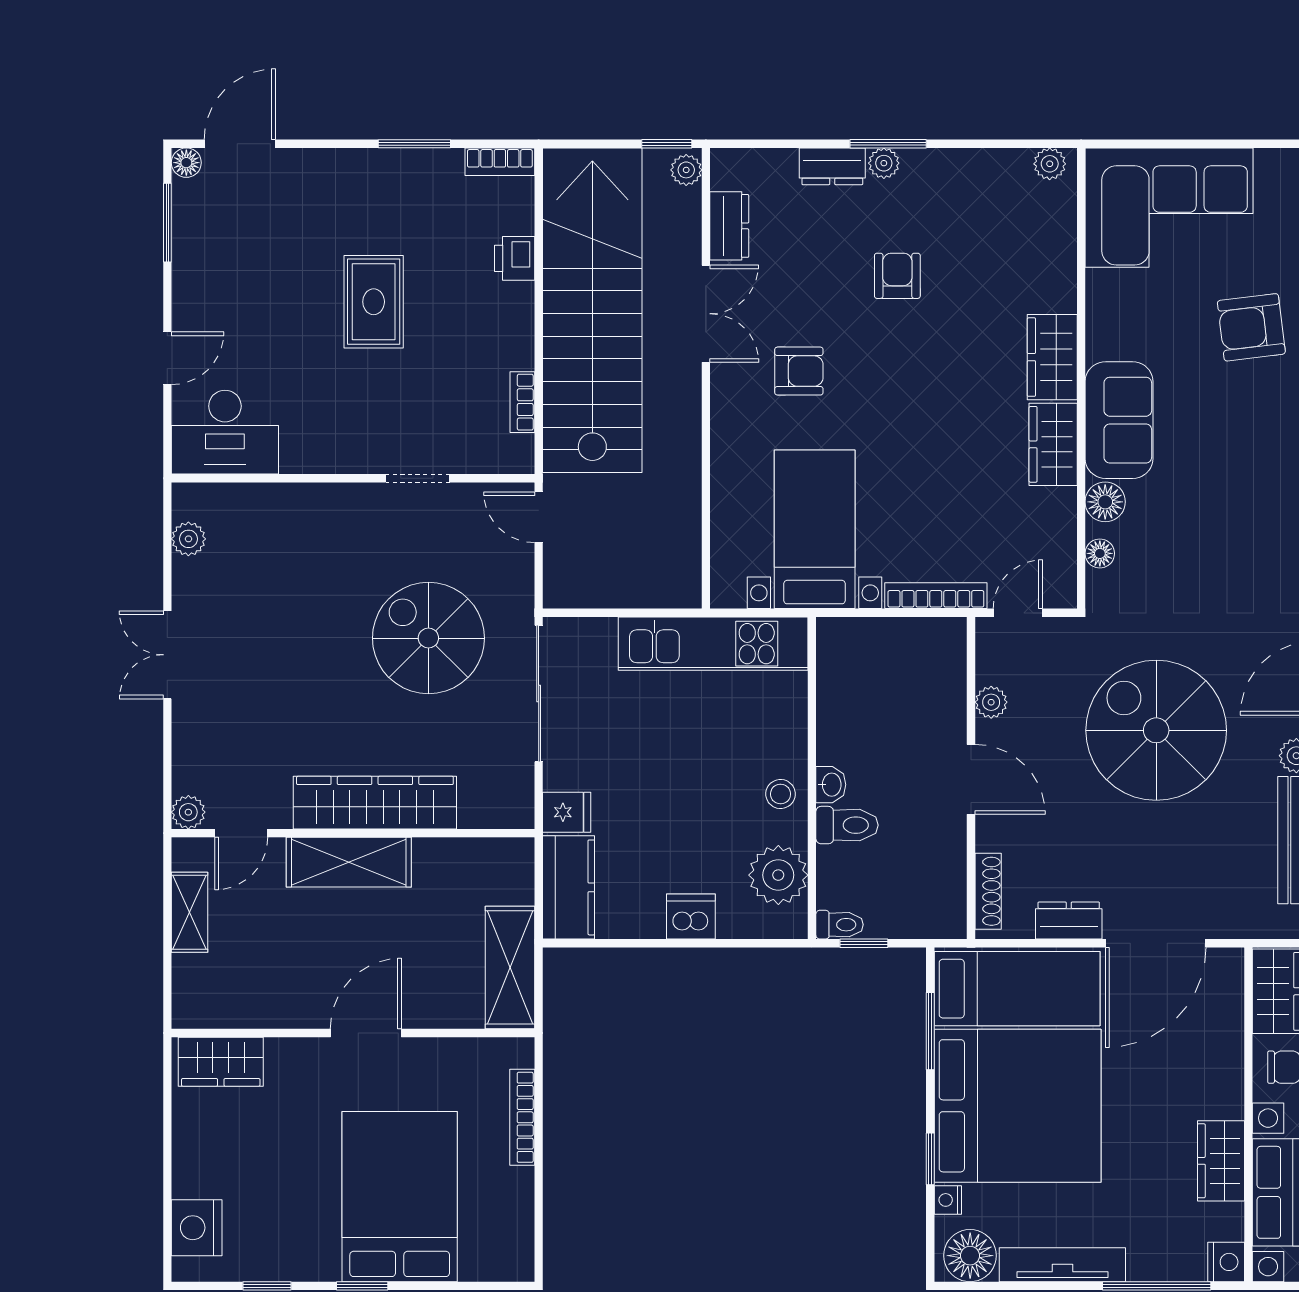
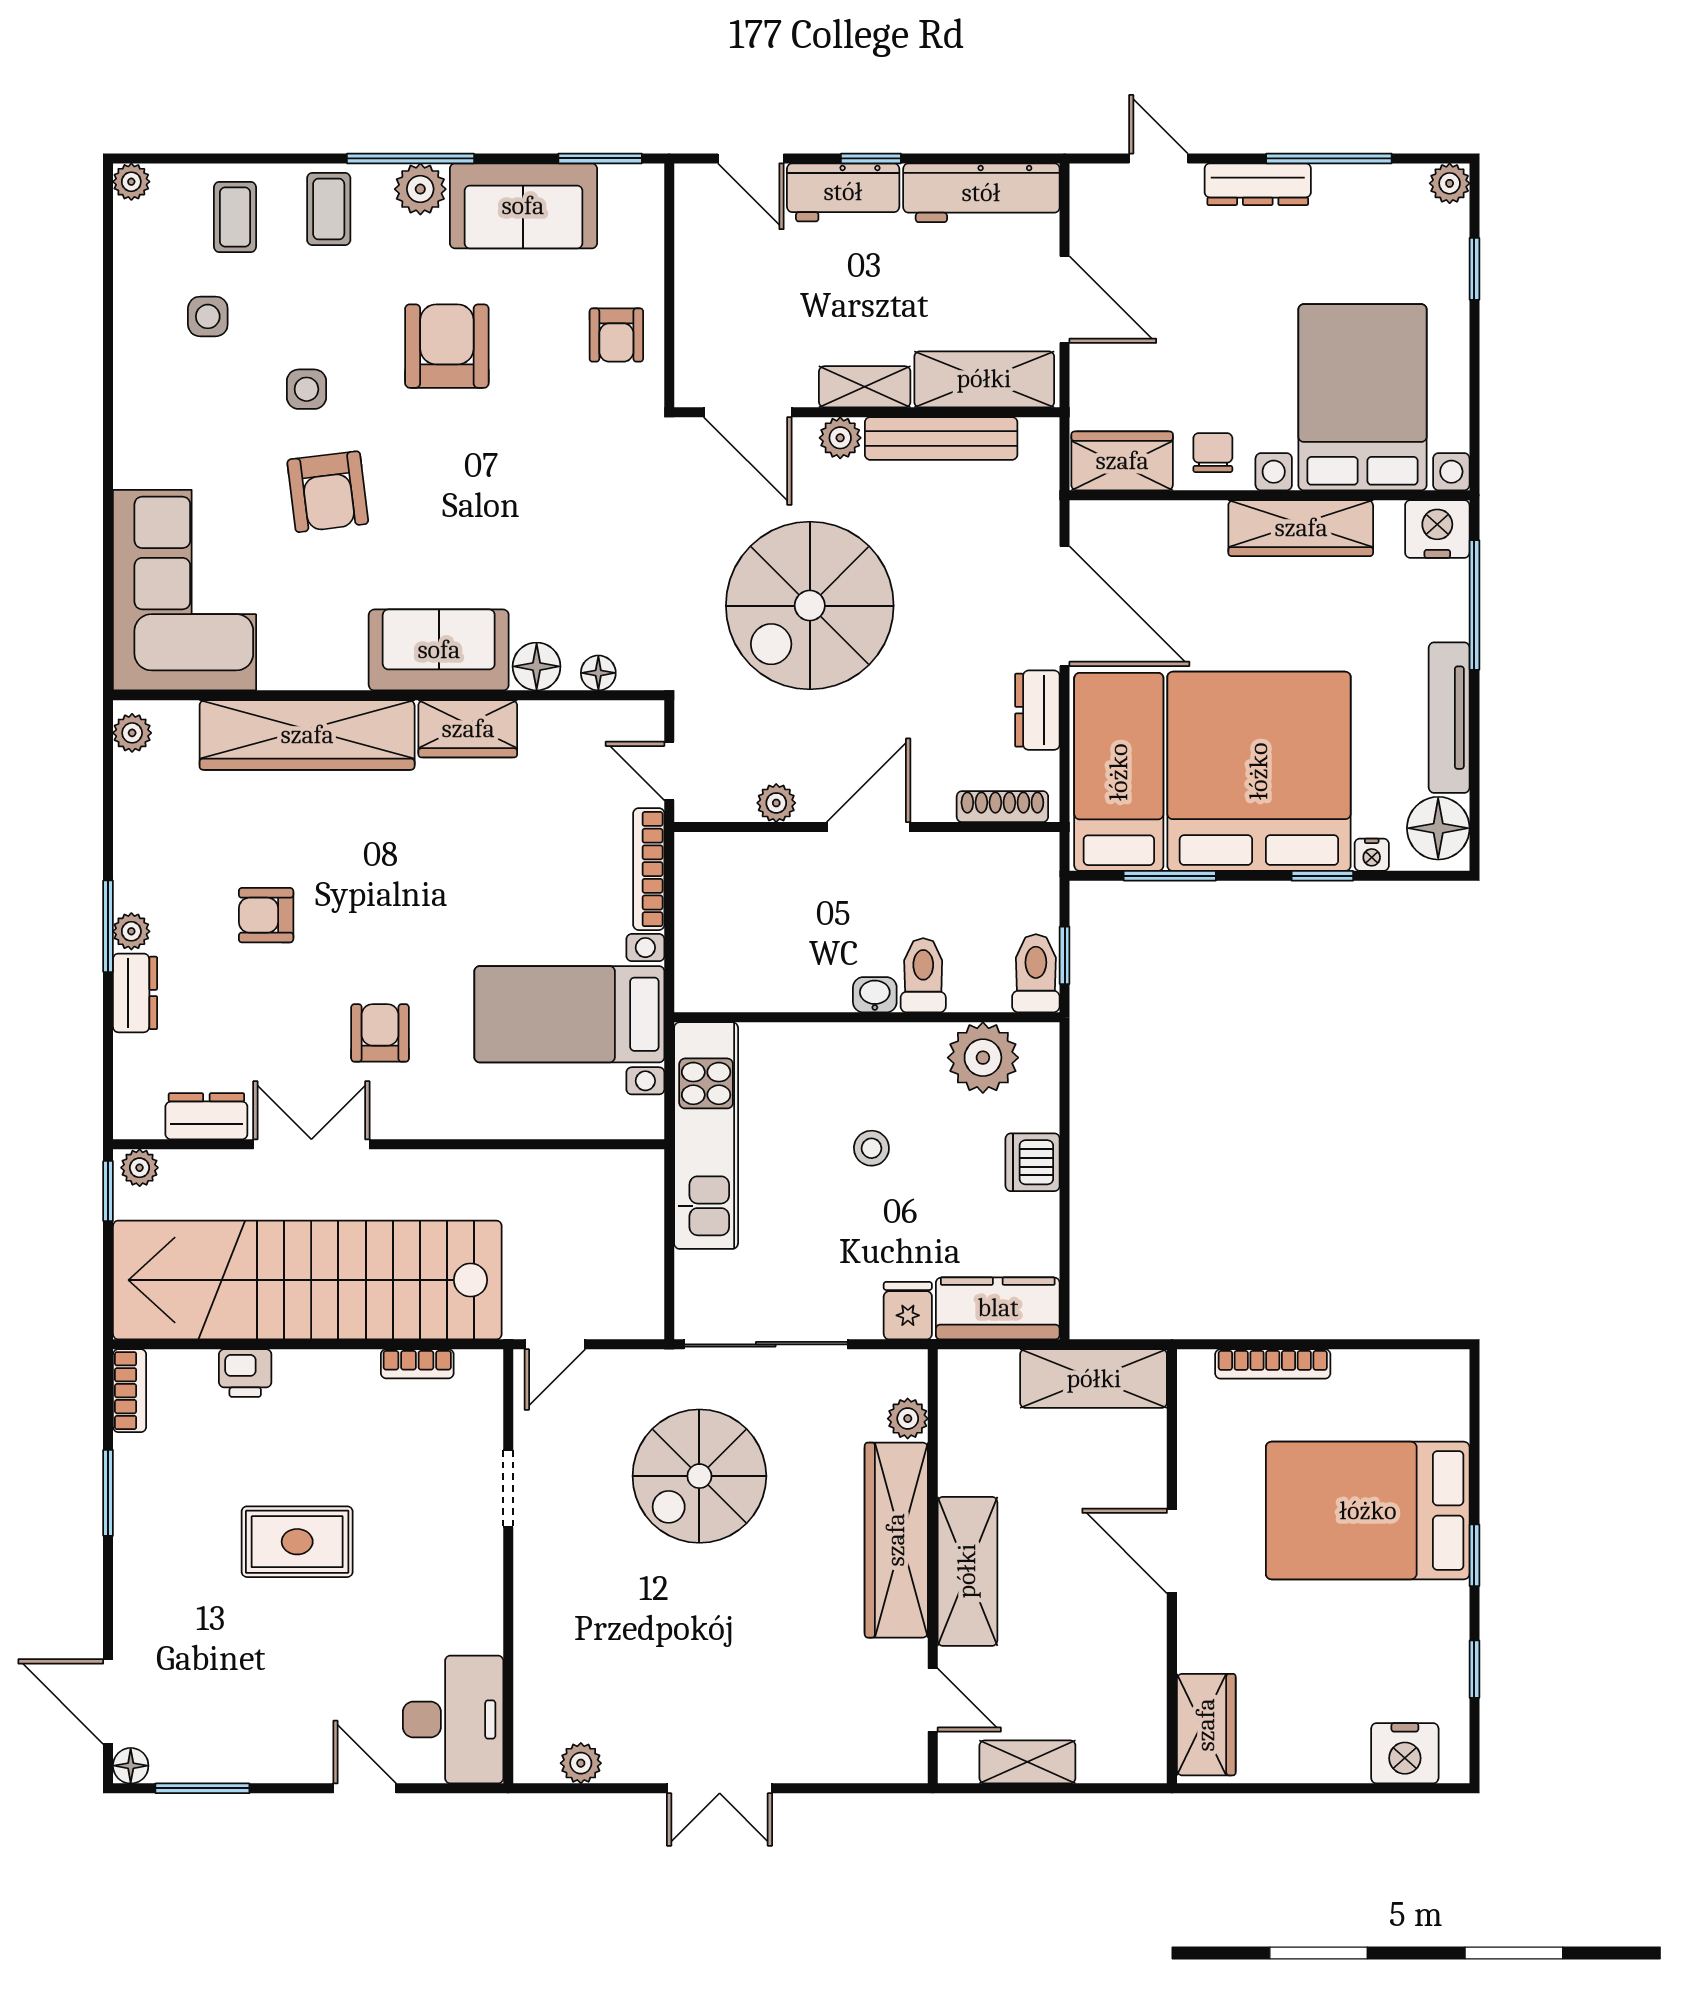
wardrobe: (1052, 357) -> (307, 735), width x2.10, depth x1.17
stool: (781, 794) -> (871, 1148), moved
plant: (188, 812) -> (908, 1419), moved
toilet: (840, 925) -> (1036, 973), width x1.37, depth x1.39
wardrobe: (1221, 1161) -> (1301, 528), width x1.50
nightstand: (1226, 1262) -> (1437, 529), width x1.36, depth x1.33

